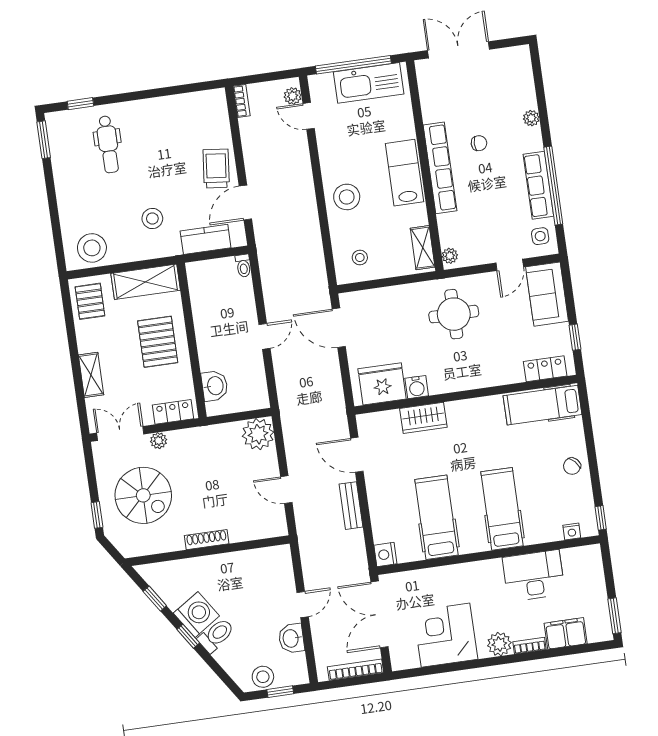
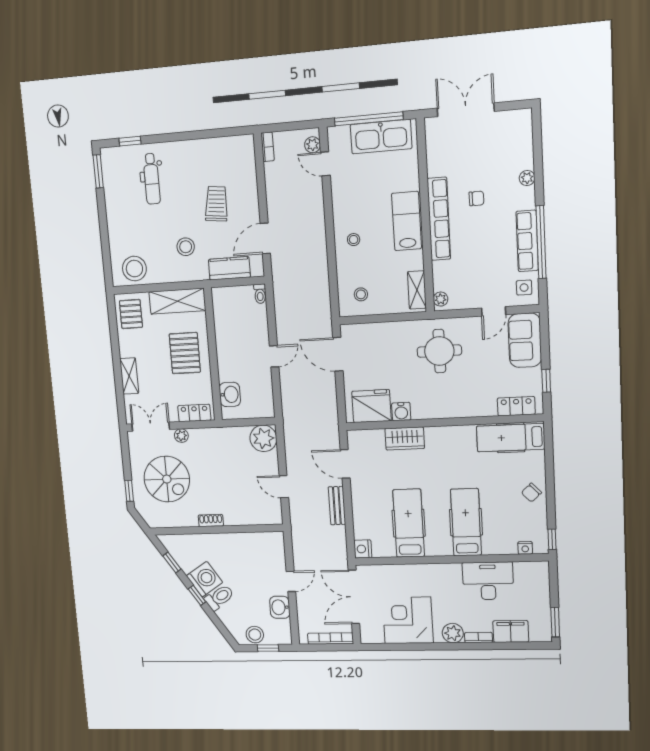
trolley: (216, 168) -> (216, 204), moved
stool: (347, 197) -> (354, 240), width x0.53, depth x0.53
shoe rack: (207, 540) -> (211, 520), width x0.70

